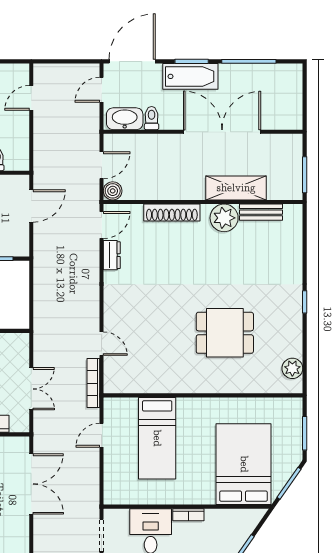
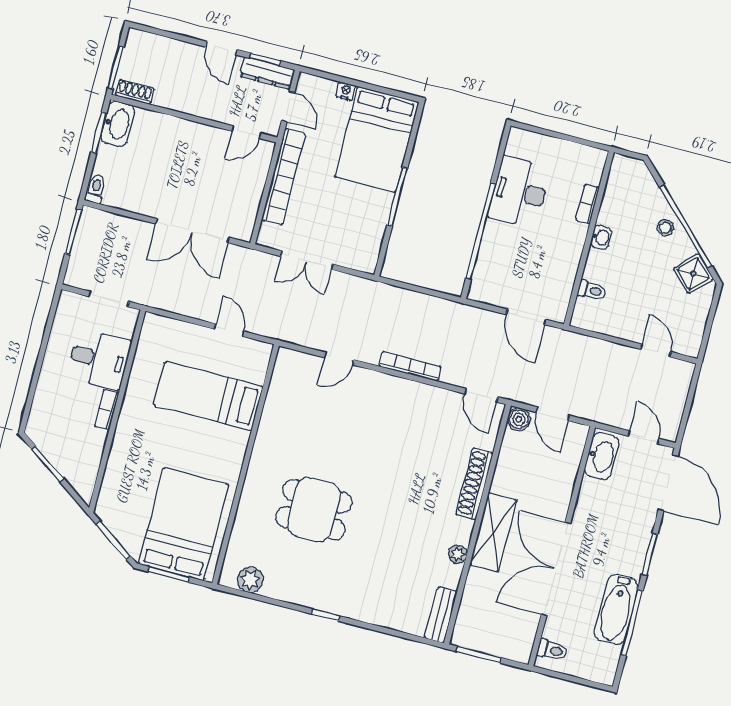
bathtub: (190, 76) -> (616, 609), moved
toilet: (152, 118) -> (552, 650), moved
double door: (222, 132) -> (556, 569), swing flipped
shelving: (236, 188) -> (493, 532), moved
bench: (261, 212) -> (441, 615), moved
plant: (224, 218) -> (458, 554), width x0.53, depth x0.53
dresser: (112, 255) -> (442, 398), removed
dining table: (225, 333) -> (314, 510), turned 90
bookcase: (93, 383) -> (410, 366), moved
bed: (244, 464) -> (184, 524), moved, turned -90

